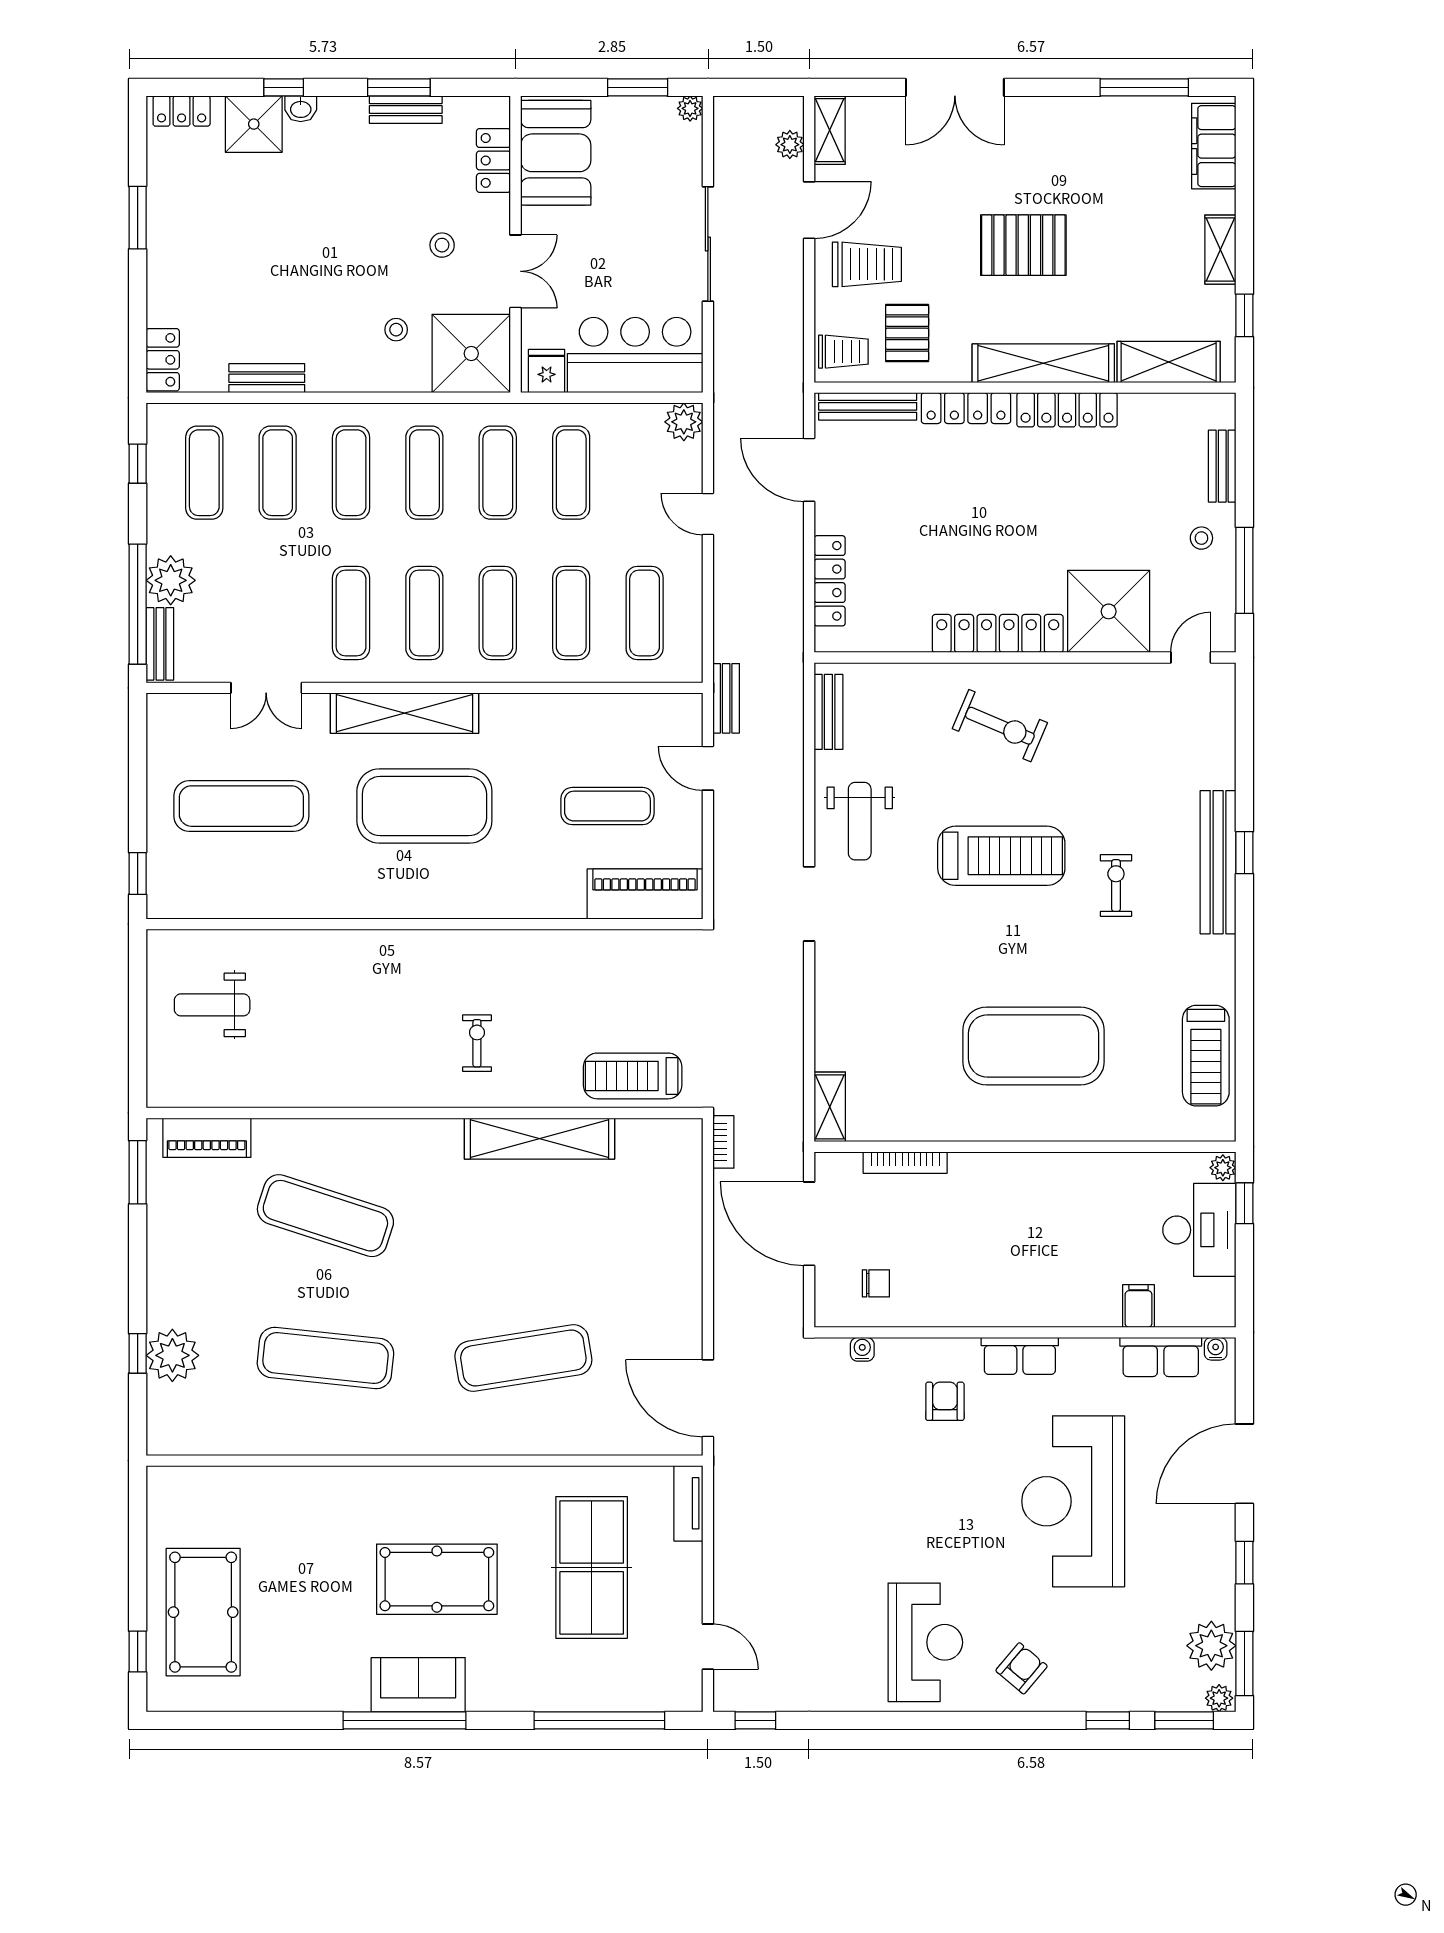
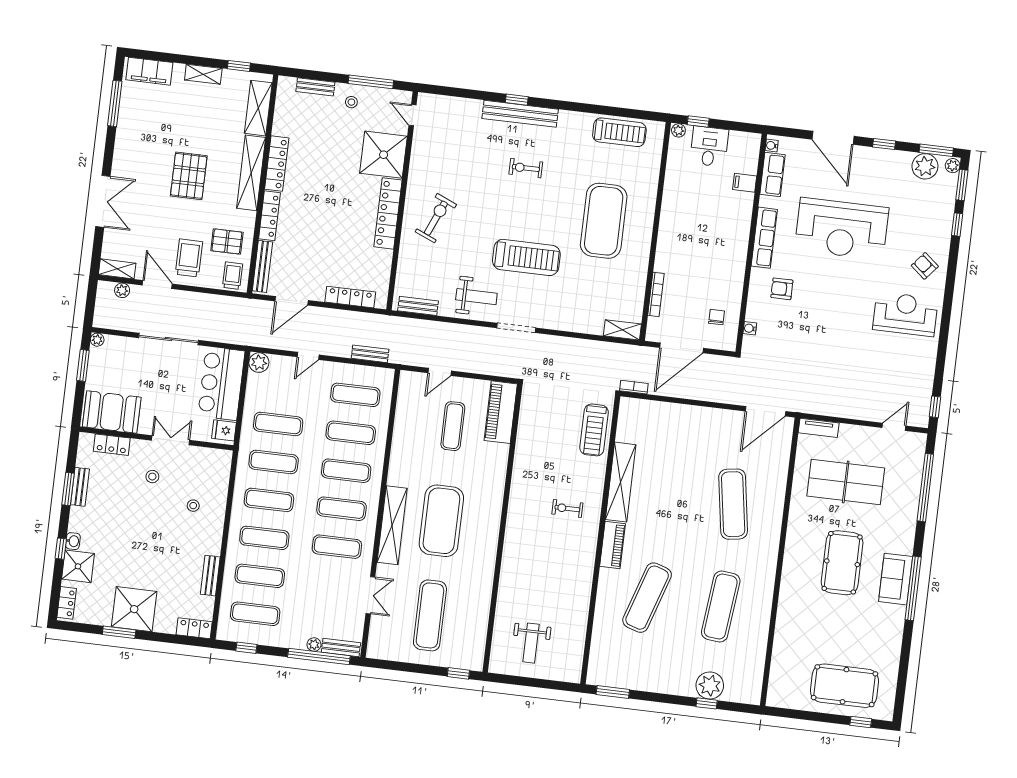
shower: (471, 353) -> (134, 609), moved
plant: (171, 580) -> (314, 645), width x0.53, depth x0.53
bench: (726, 698) -> (370, 354), moved
treadmill: (1001, 856) -> (526, 257), moved, turned 90
piano: (207, 1138) -> (613, 545), moved
desk: (1199, 1230) -> (709, 146), width x0.73
row of seats: (1020, 1356) -> (764, 238), width x1.48

